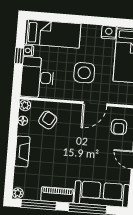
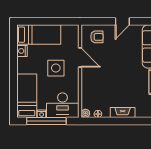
window: (19, 56) -> (46, 121), width x3.17
armchair: (48, 120) -> (96, 94), removed

